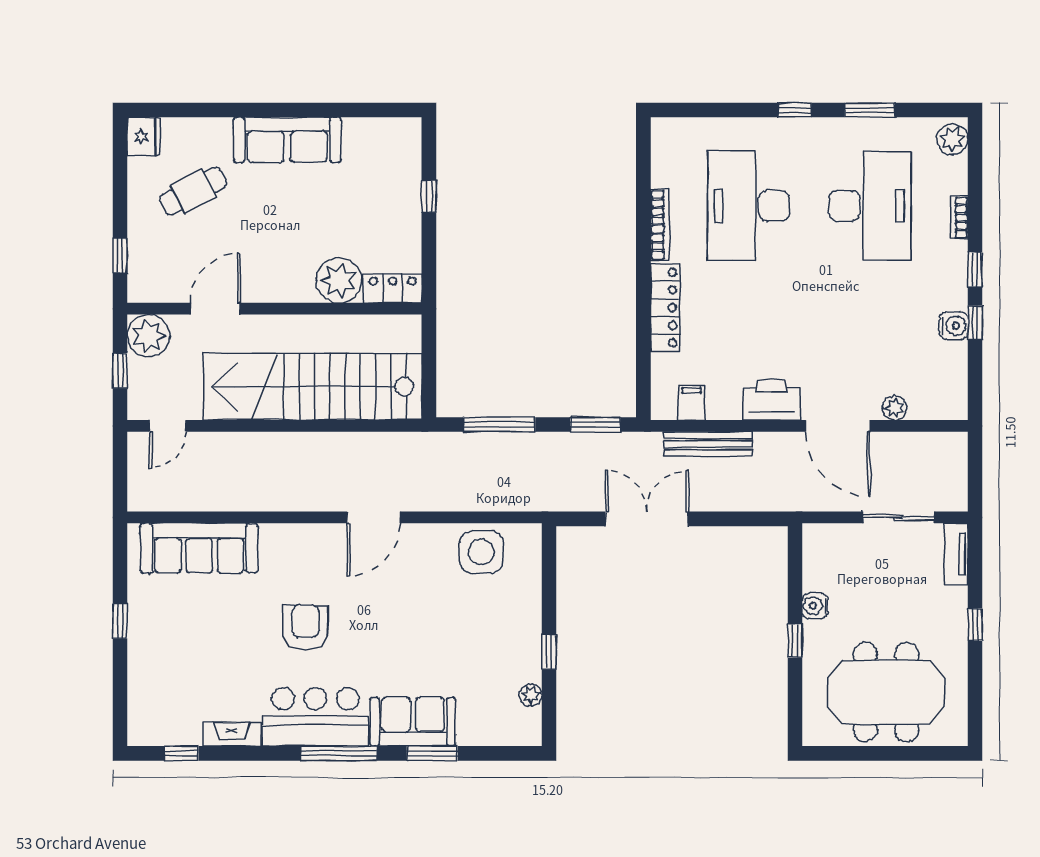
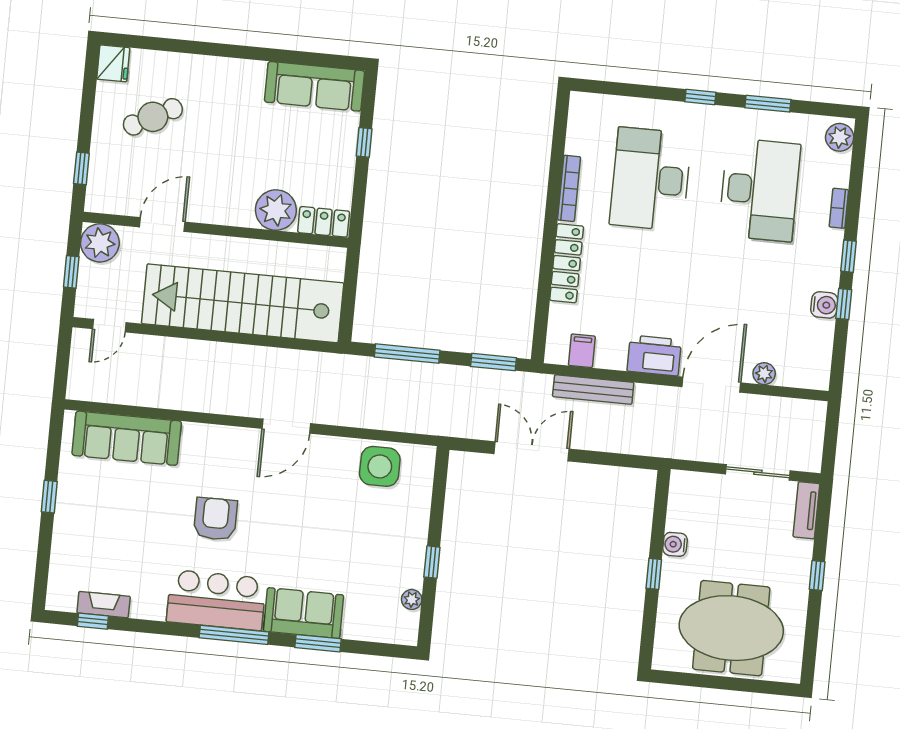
sofa: (287, 140) -> (315, 86), moved
door: (838, 426) -> (711, 385), swing flipped
fireplace: (232, 734) -> (104, 605), moved

